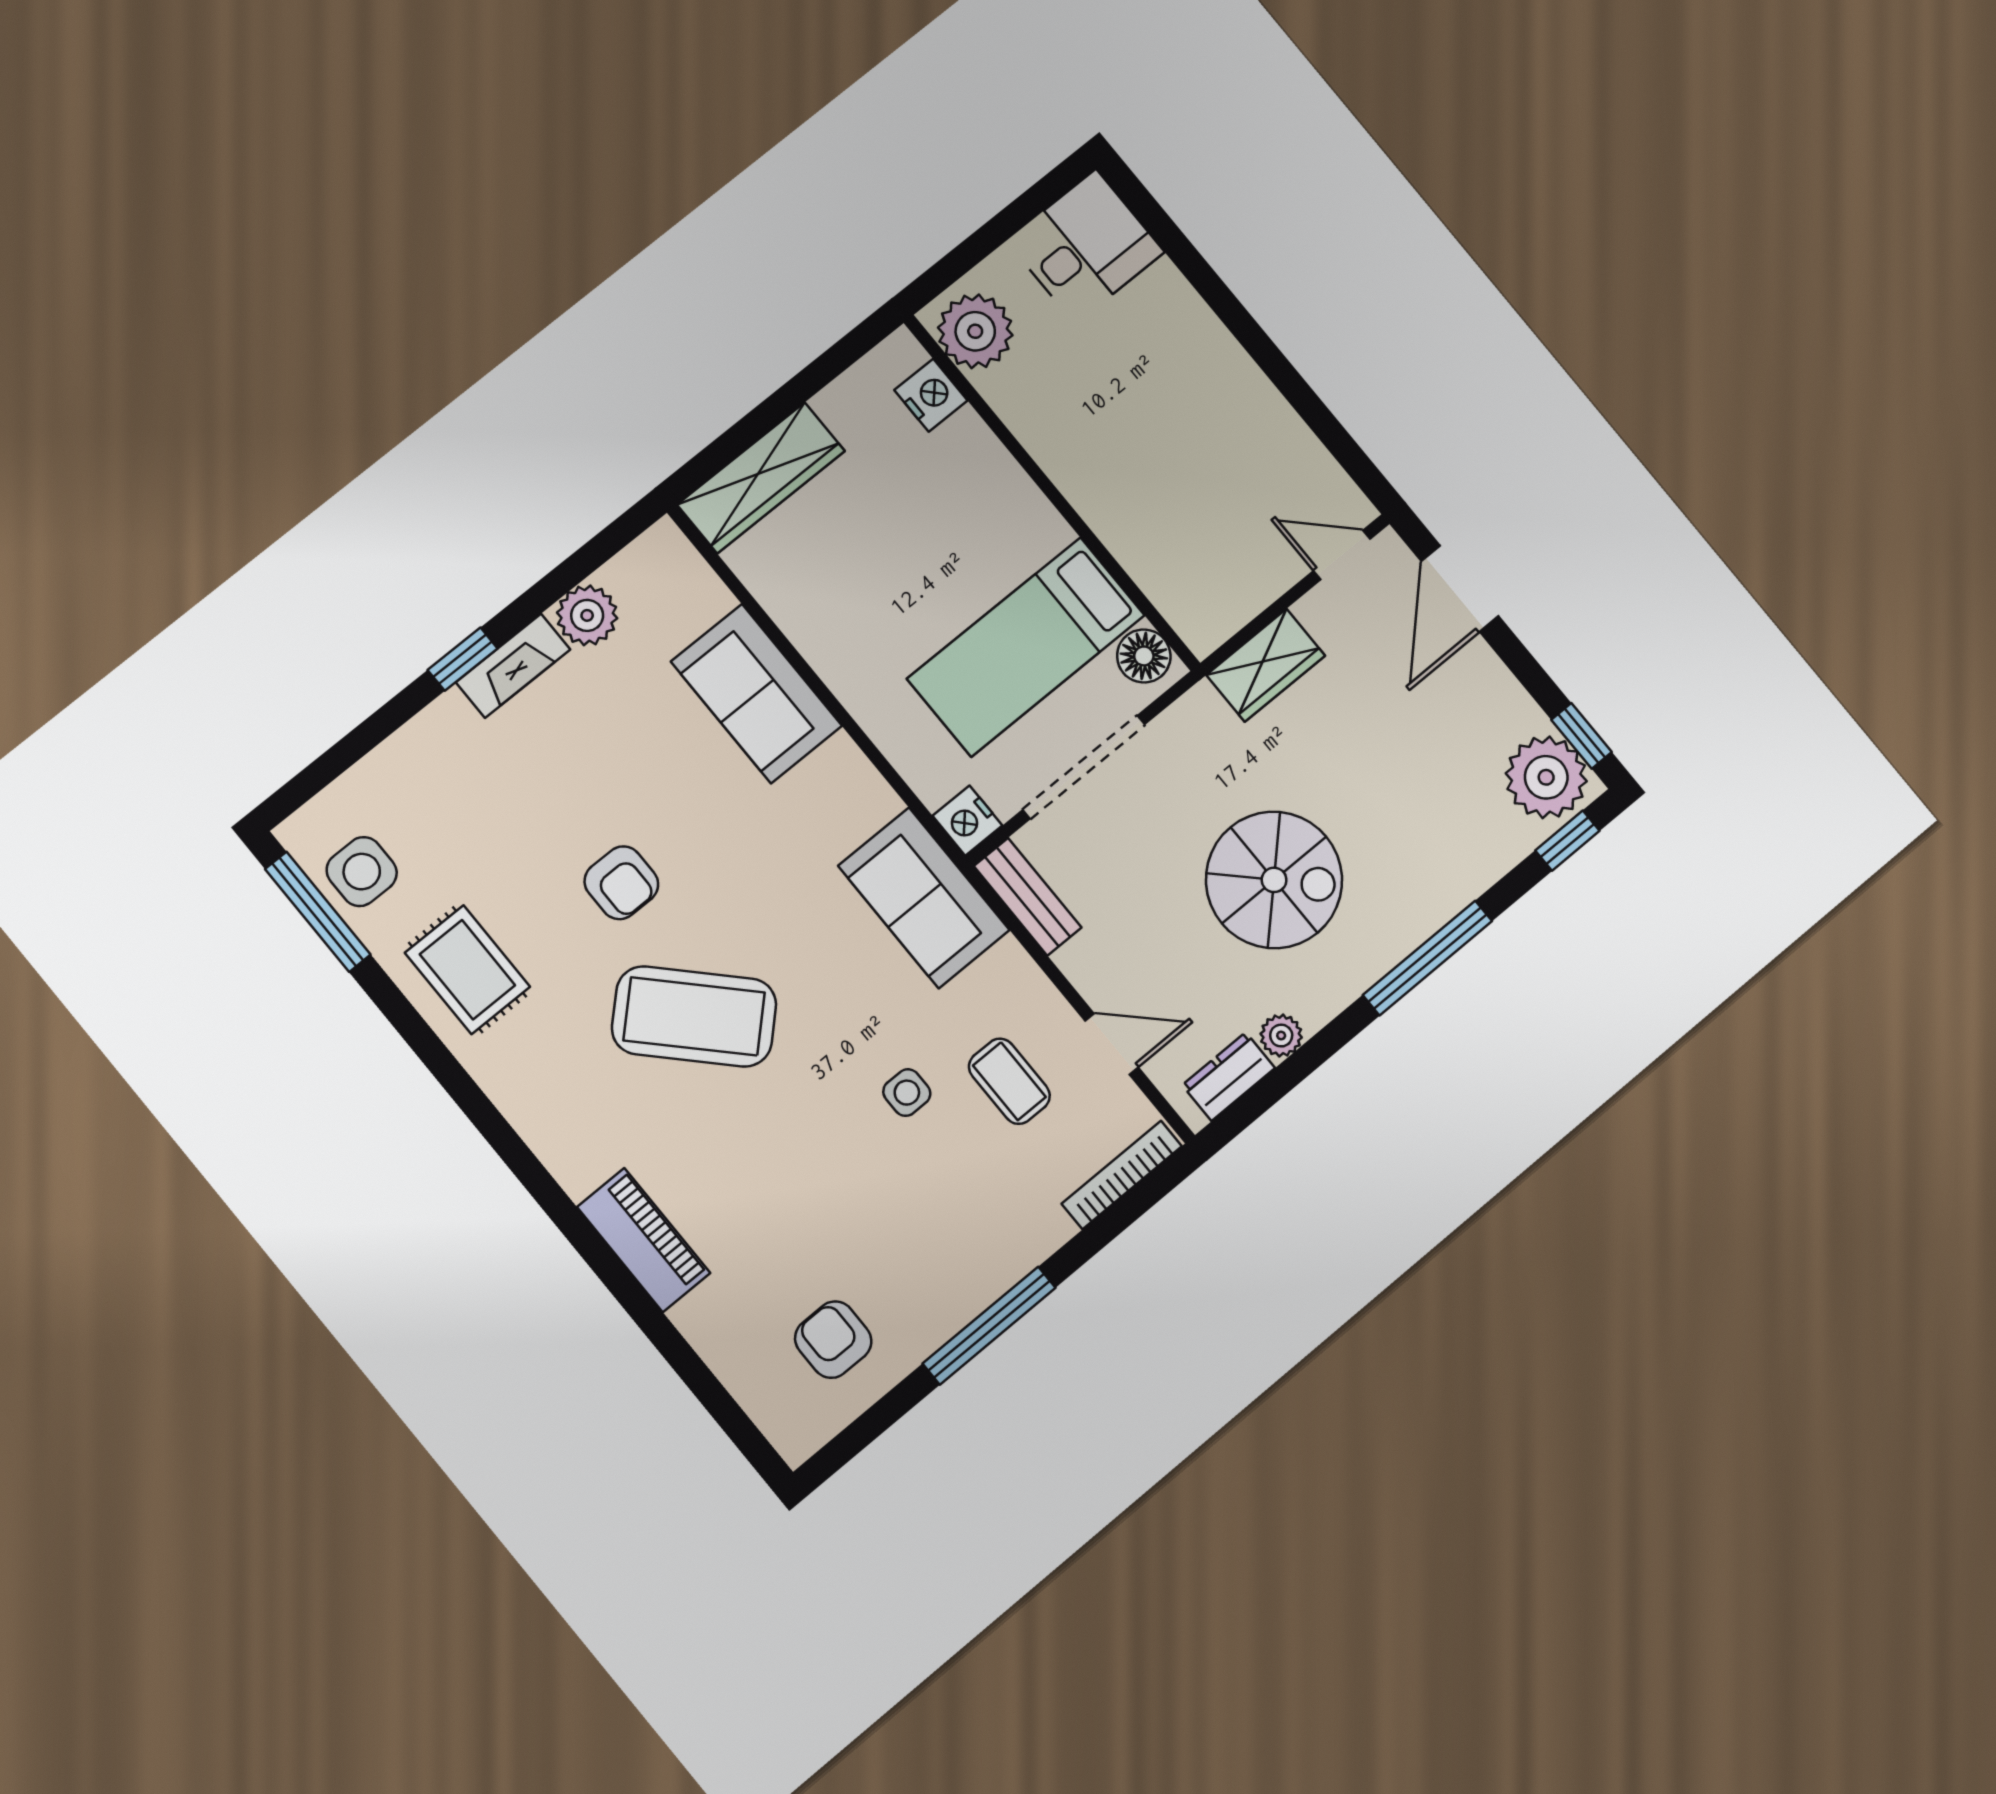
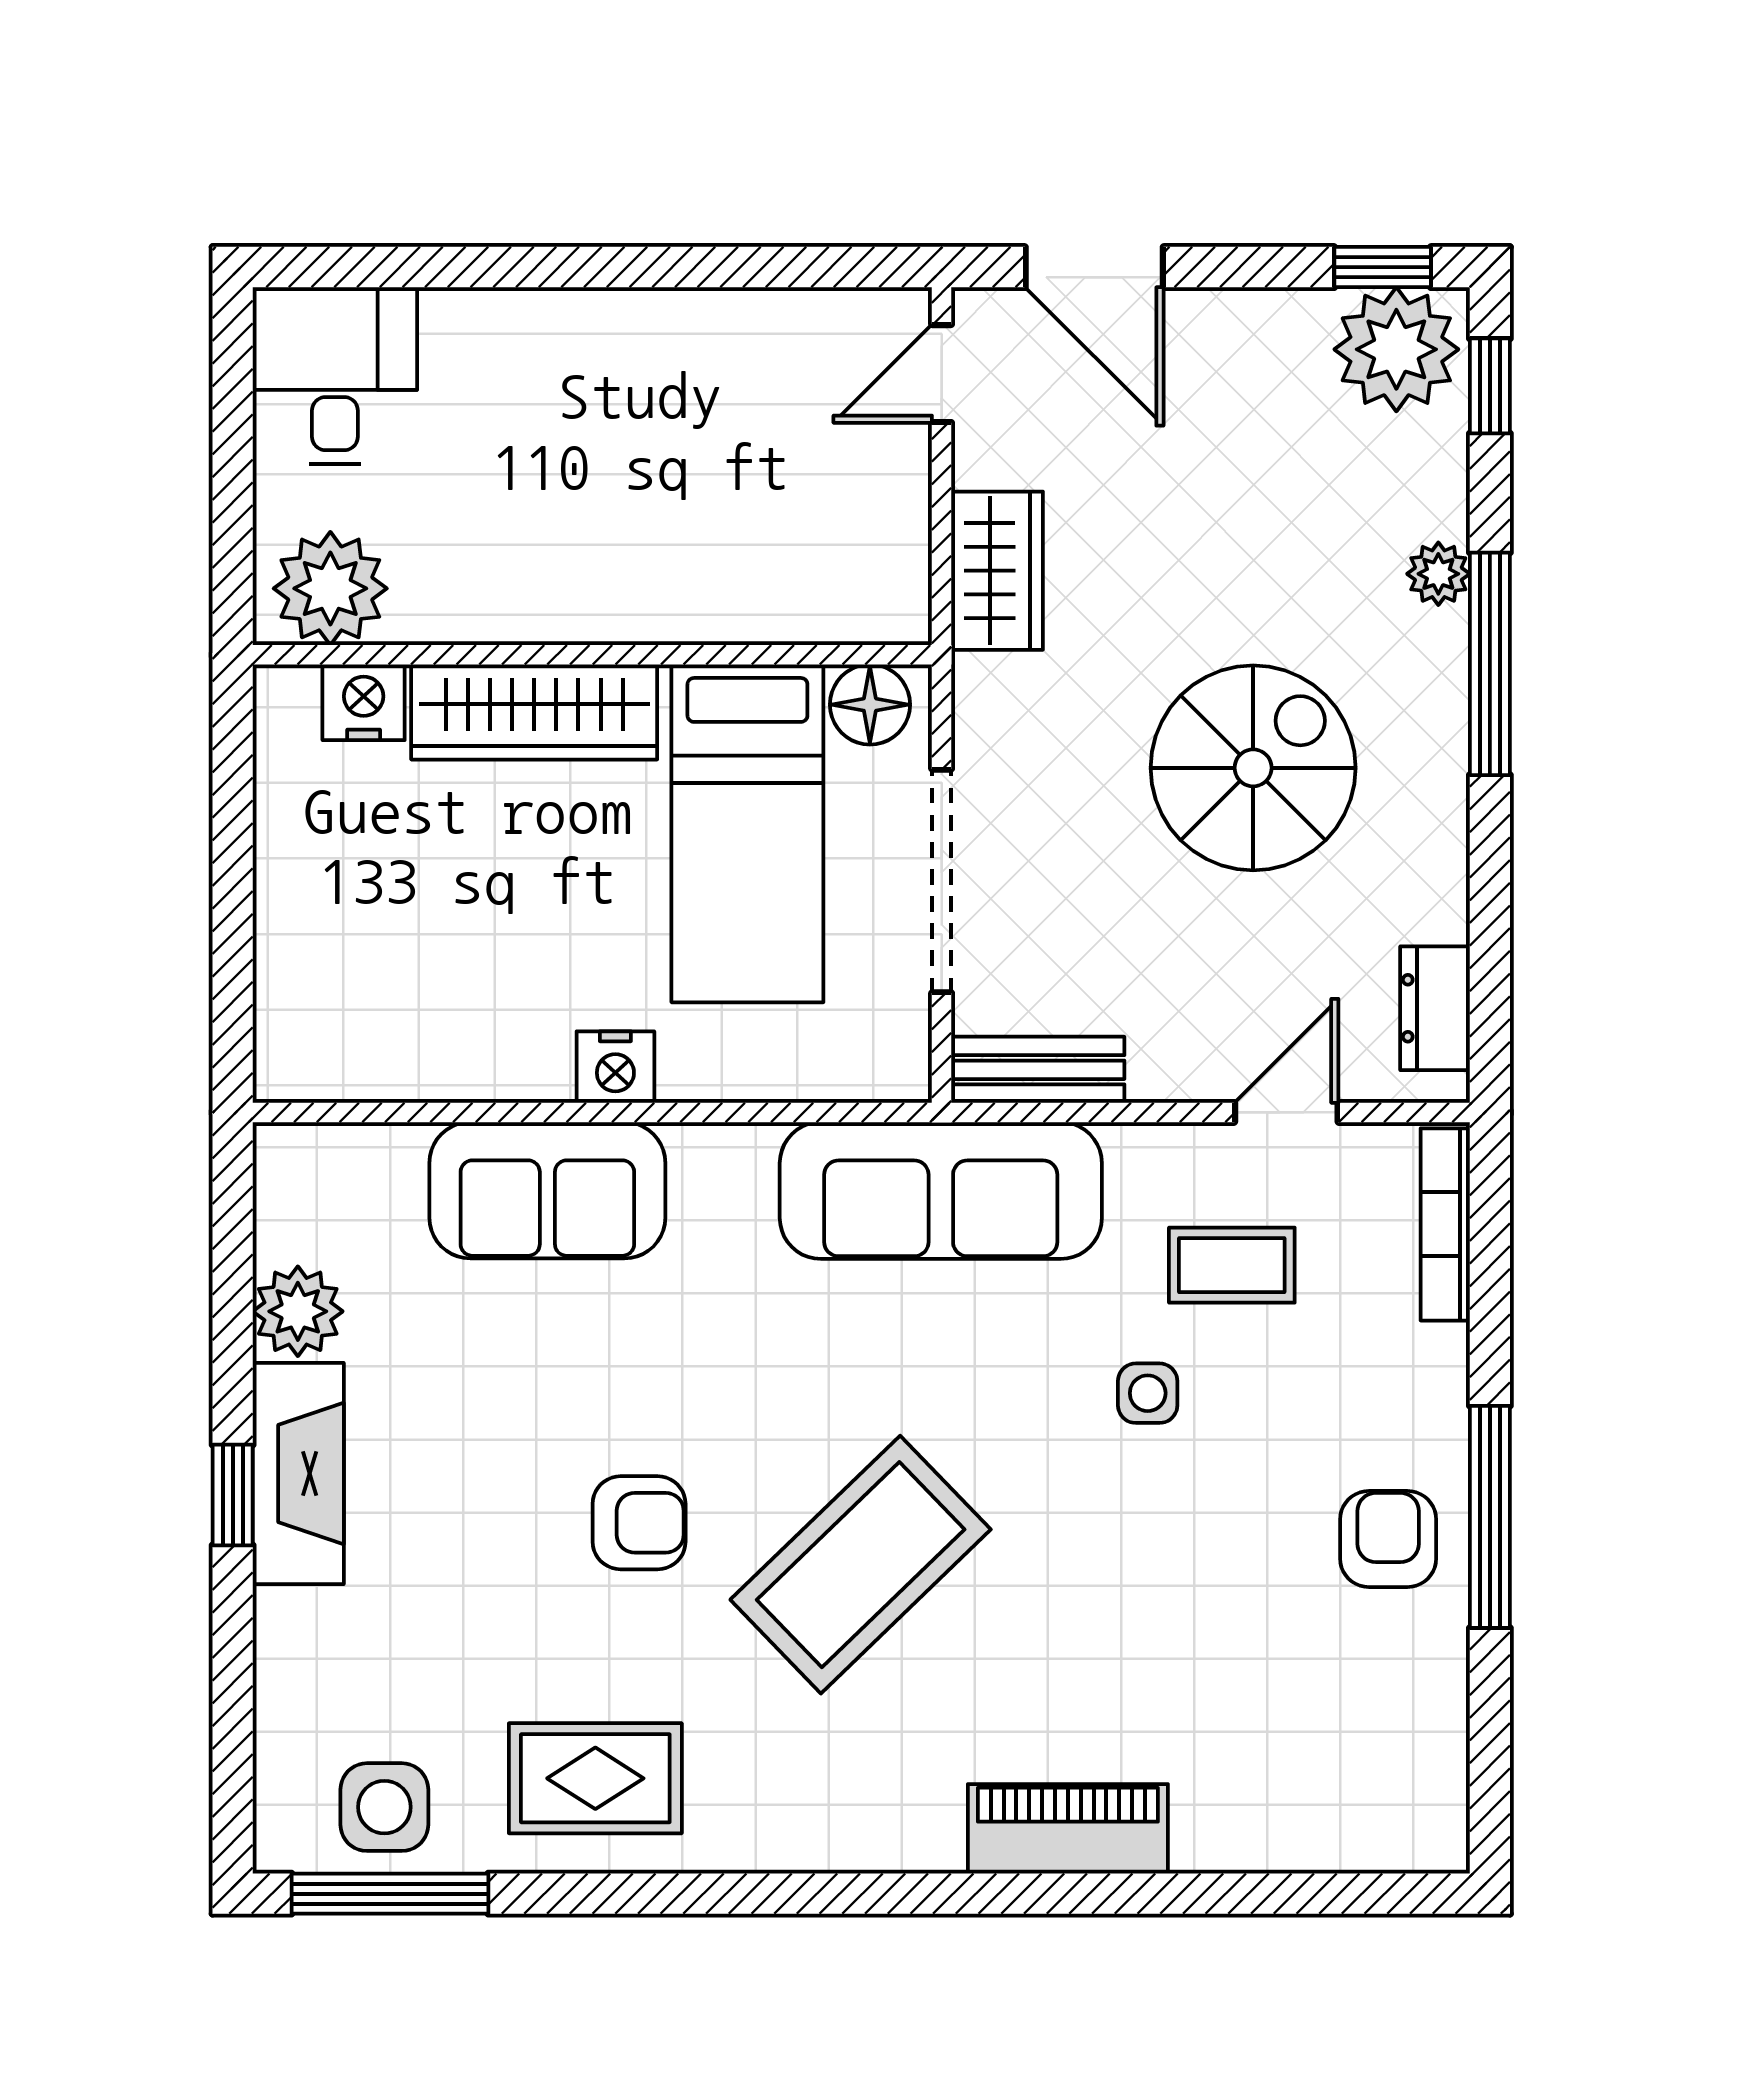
wardrobe: (761, 478) -> (534, 712), moved, turned 90
fireplace: (513, 666) -> (298, 1473), width x1.37, depth x1.32
nightstand: (967, 821) -> (615, 1067), moved
sofa: (924, 898) -> (941, 1191), width x1.36
plant: (1281, 1036) -> (1438, 574), moved
armchair: (833, 1340) -> (1388, 1539), moved, turned 90

